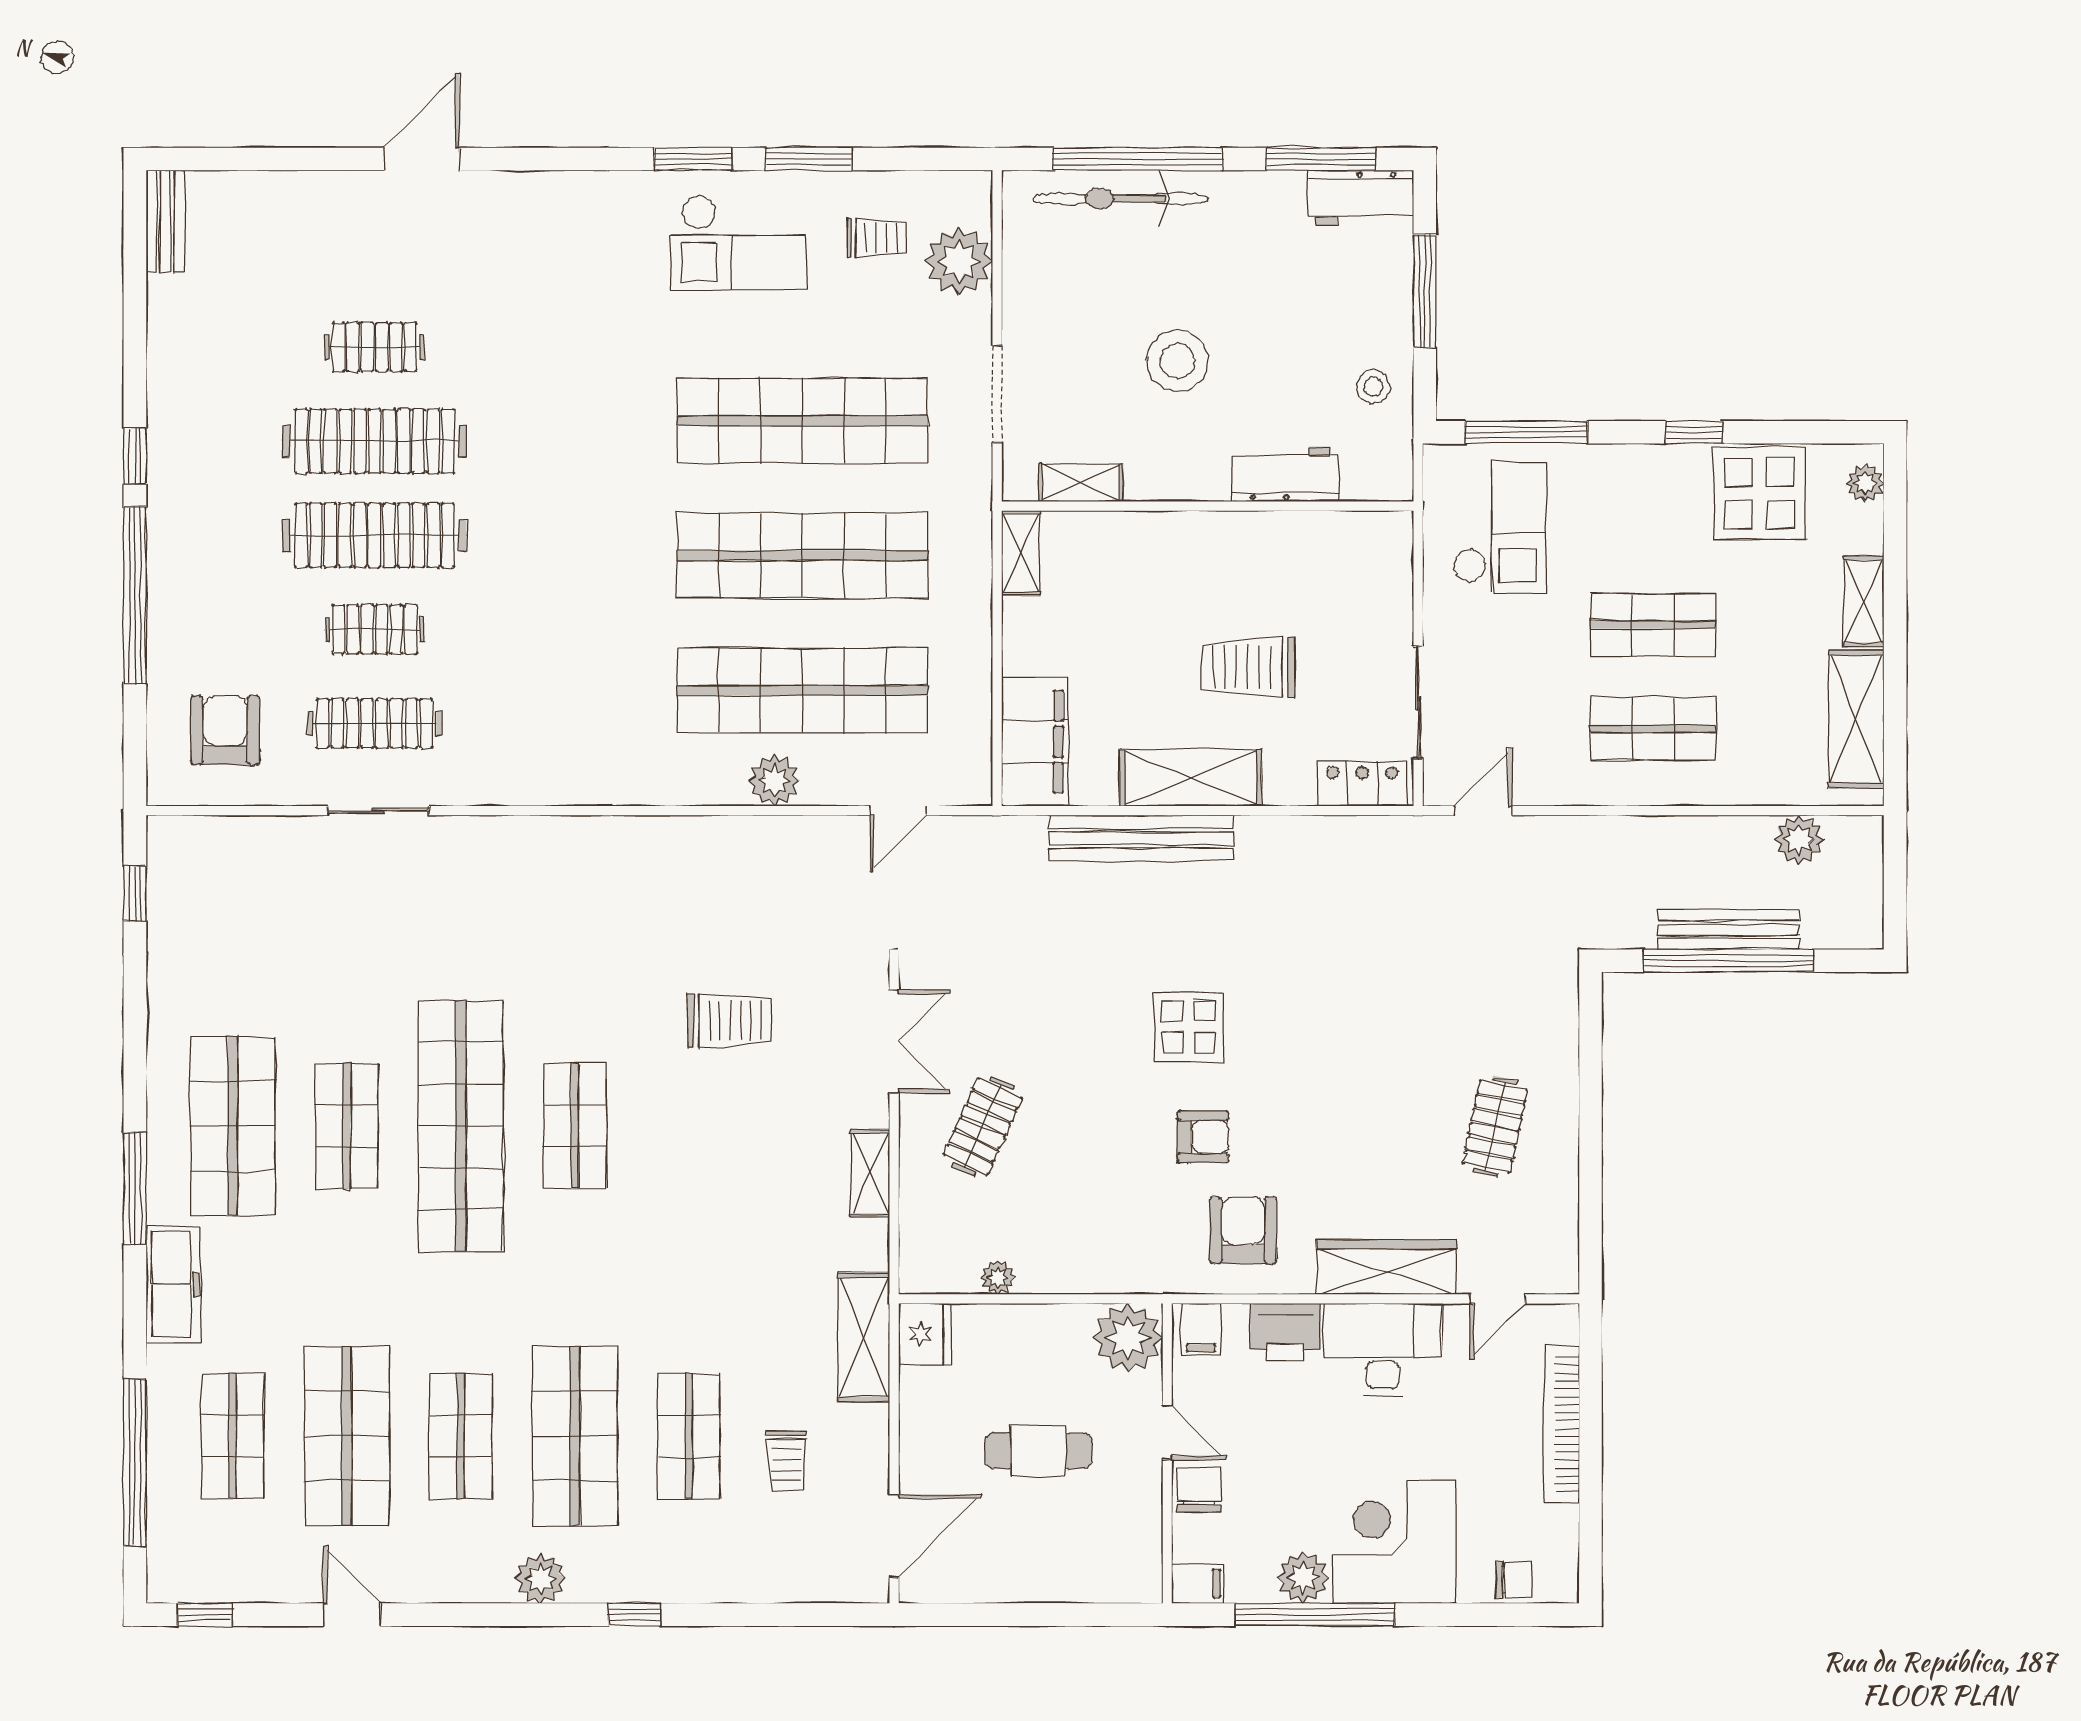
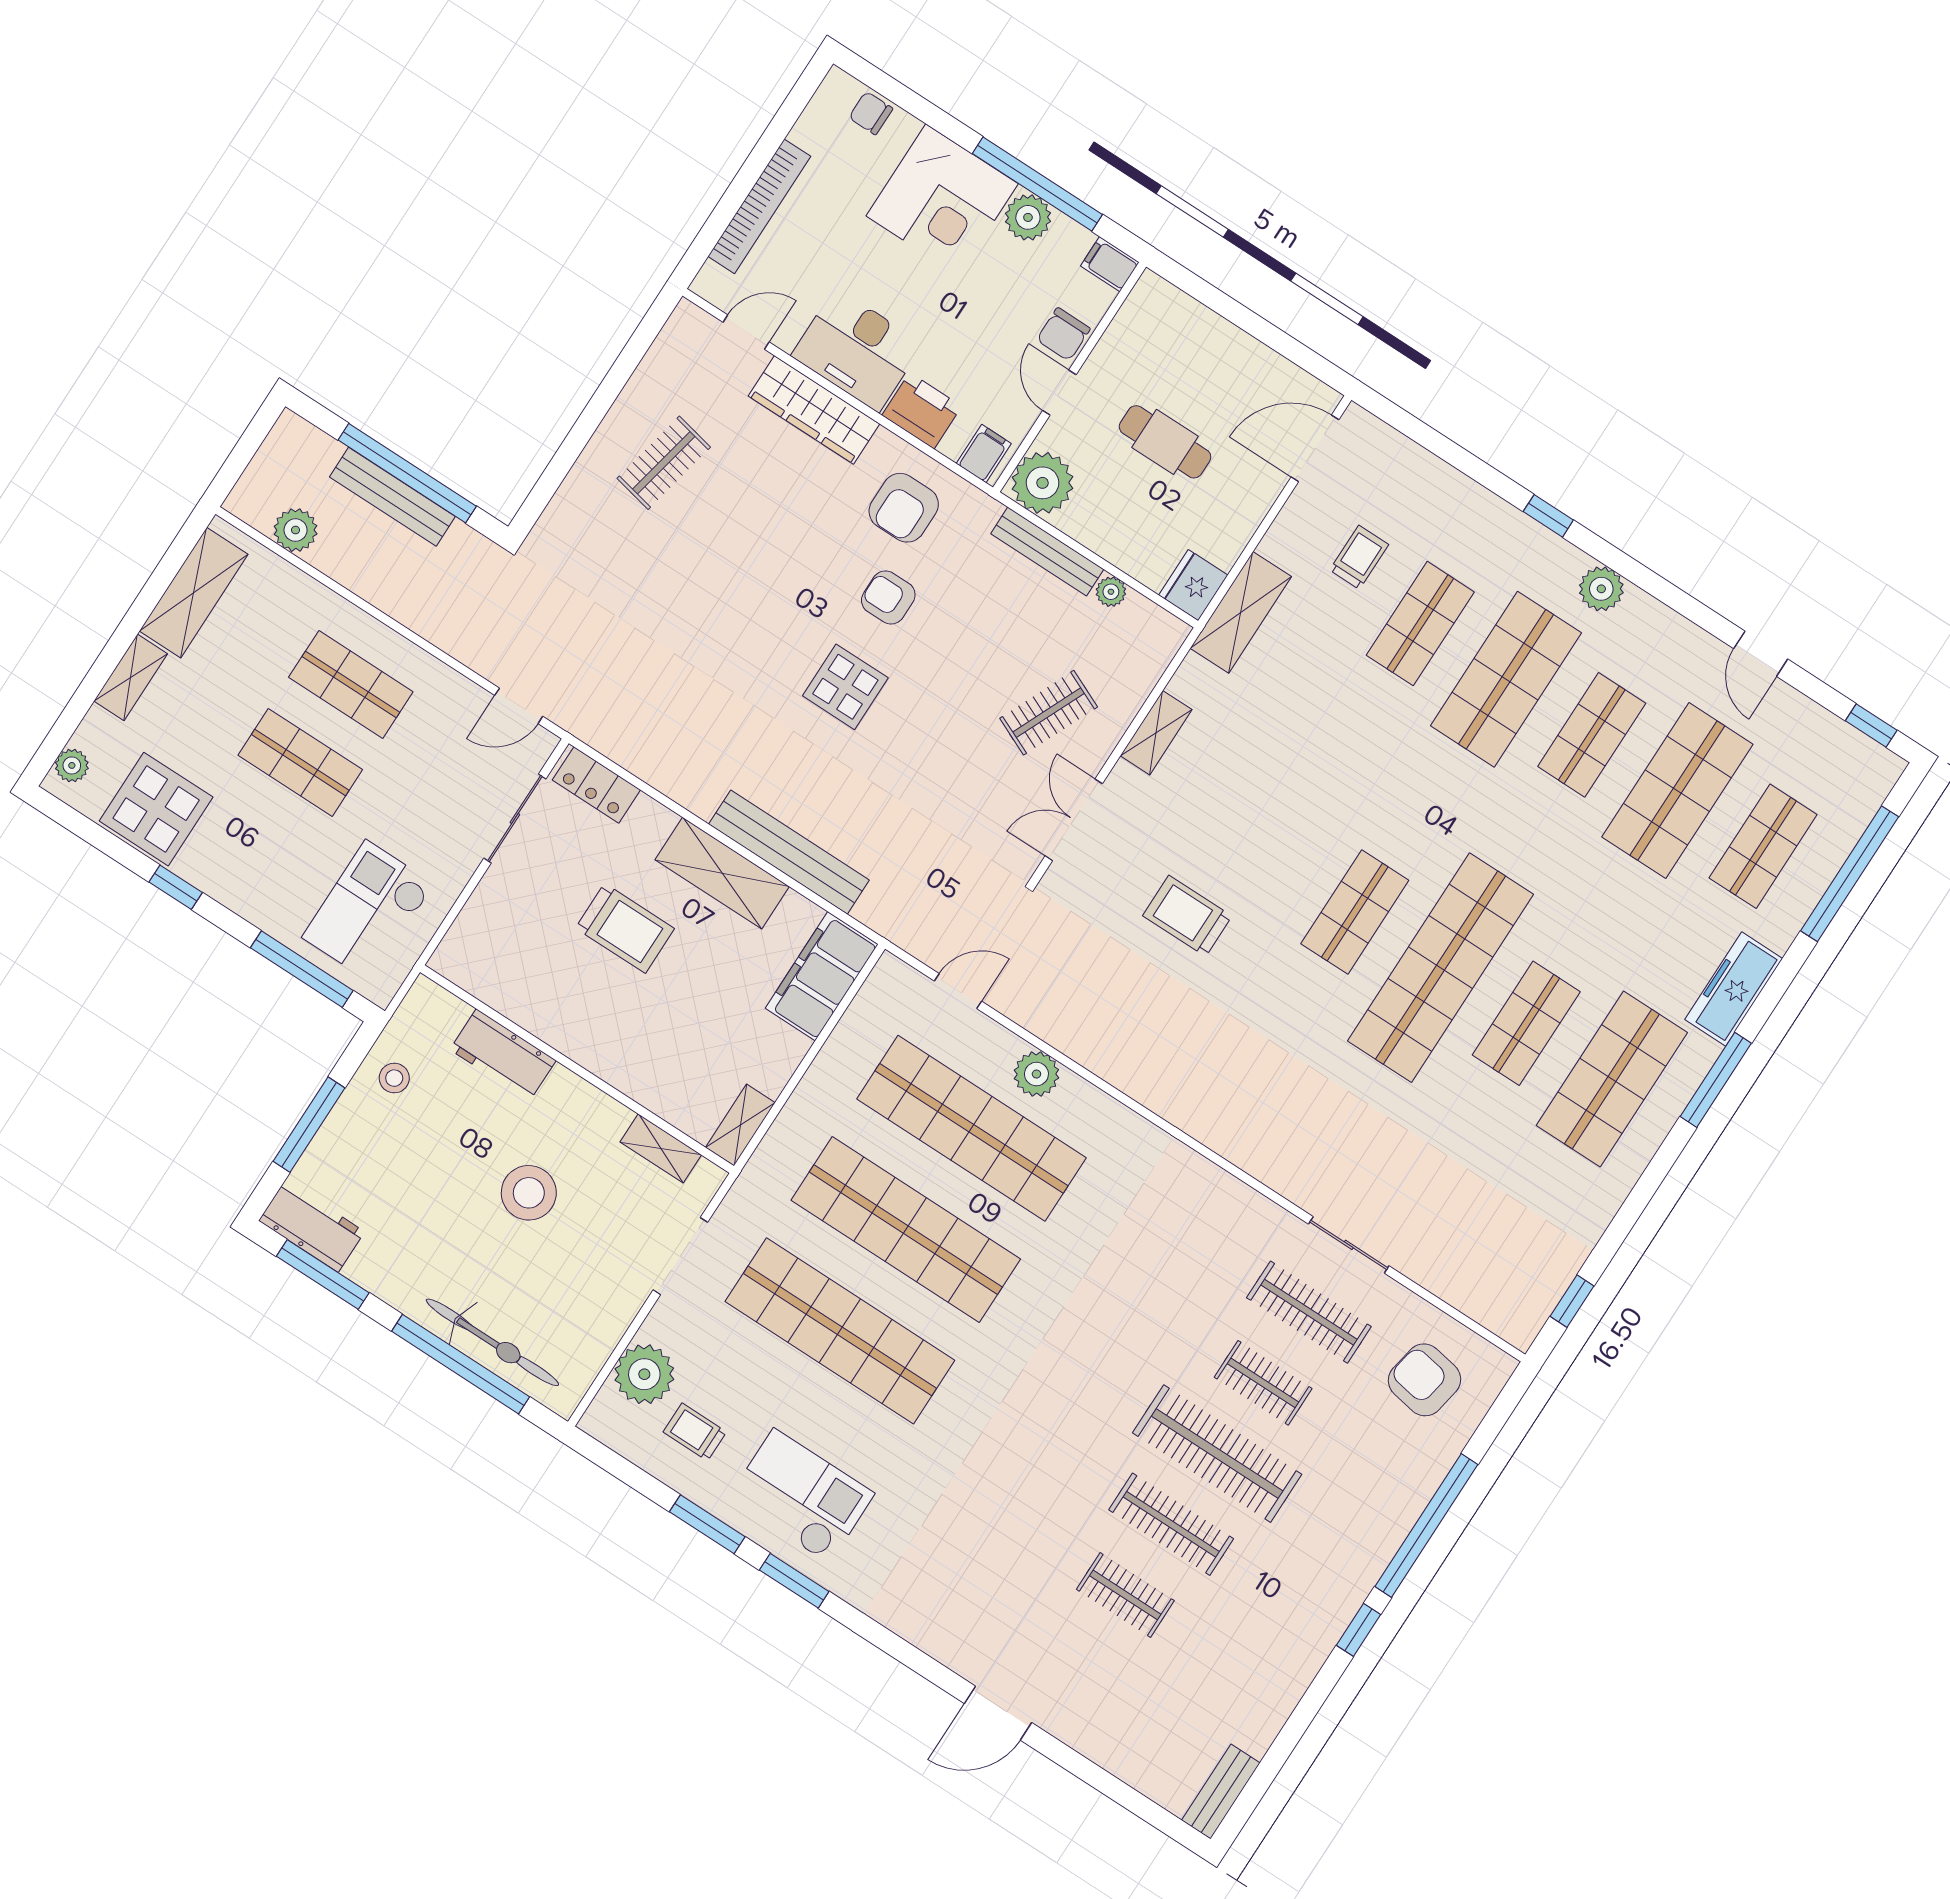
clothes rail: (375, 441) -> (1171, 1524), width x0.73, depth x0.76
armchair: (225, 730) -> (1424, 1380), turned 100
bench: (1082, 1277) -> (1047, 551), added

